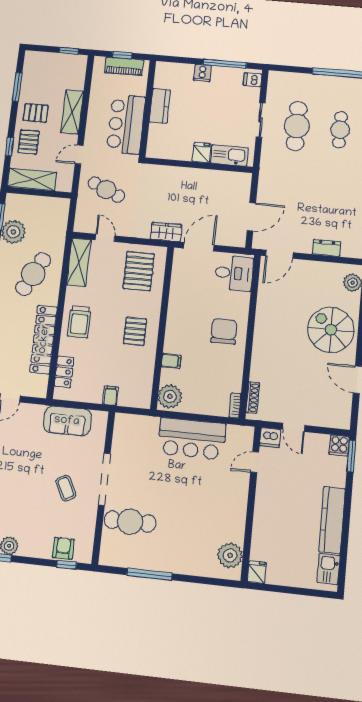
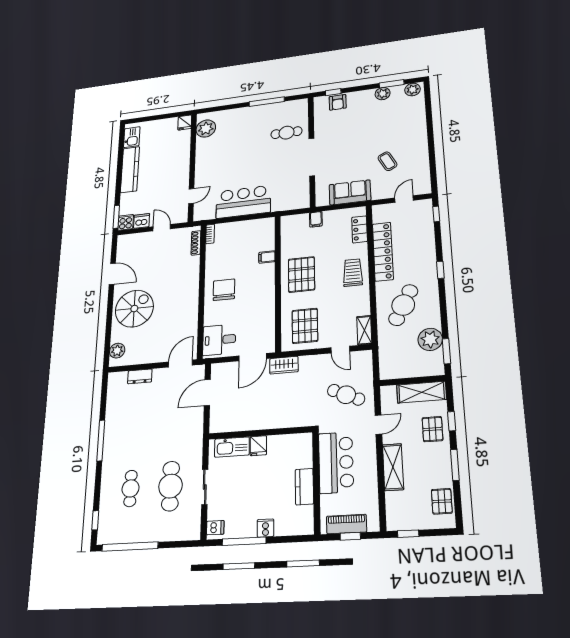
window: (17, 87) -> (455, 465), moved
pallet: (36, 113) -> (442, 501), moved, turned 90
shelving: (79, 262) -> (364, 330), width x0.67, depth x0.75
spiral stairs: (331, 330) -> (134, 309), turned -90
pallet: (135, 331) -> (301, 274), width x1.50, depth x1.42
chair: (224, 331) -> (224, 290), turned 180
plant: (170, 396) -> (265, 229), removed
dishwasher: (270, 437) -> (142, 221), moved
coffee table: (66, 488) -> (387, 161), moved
cafe table: (130, 522) -> (287, 133), width x0.73, depth x0.74

